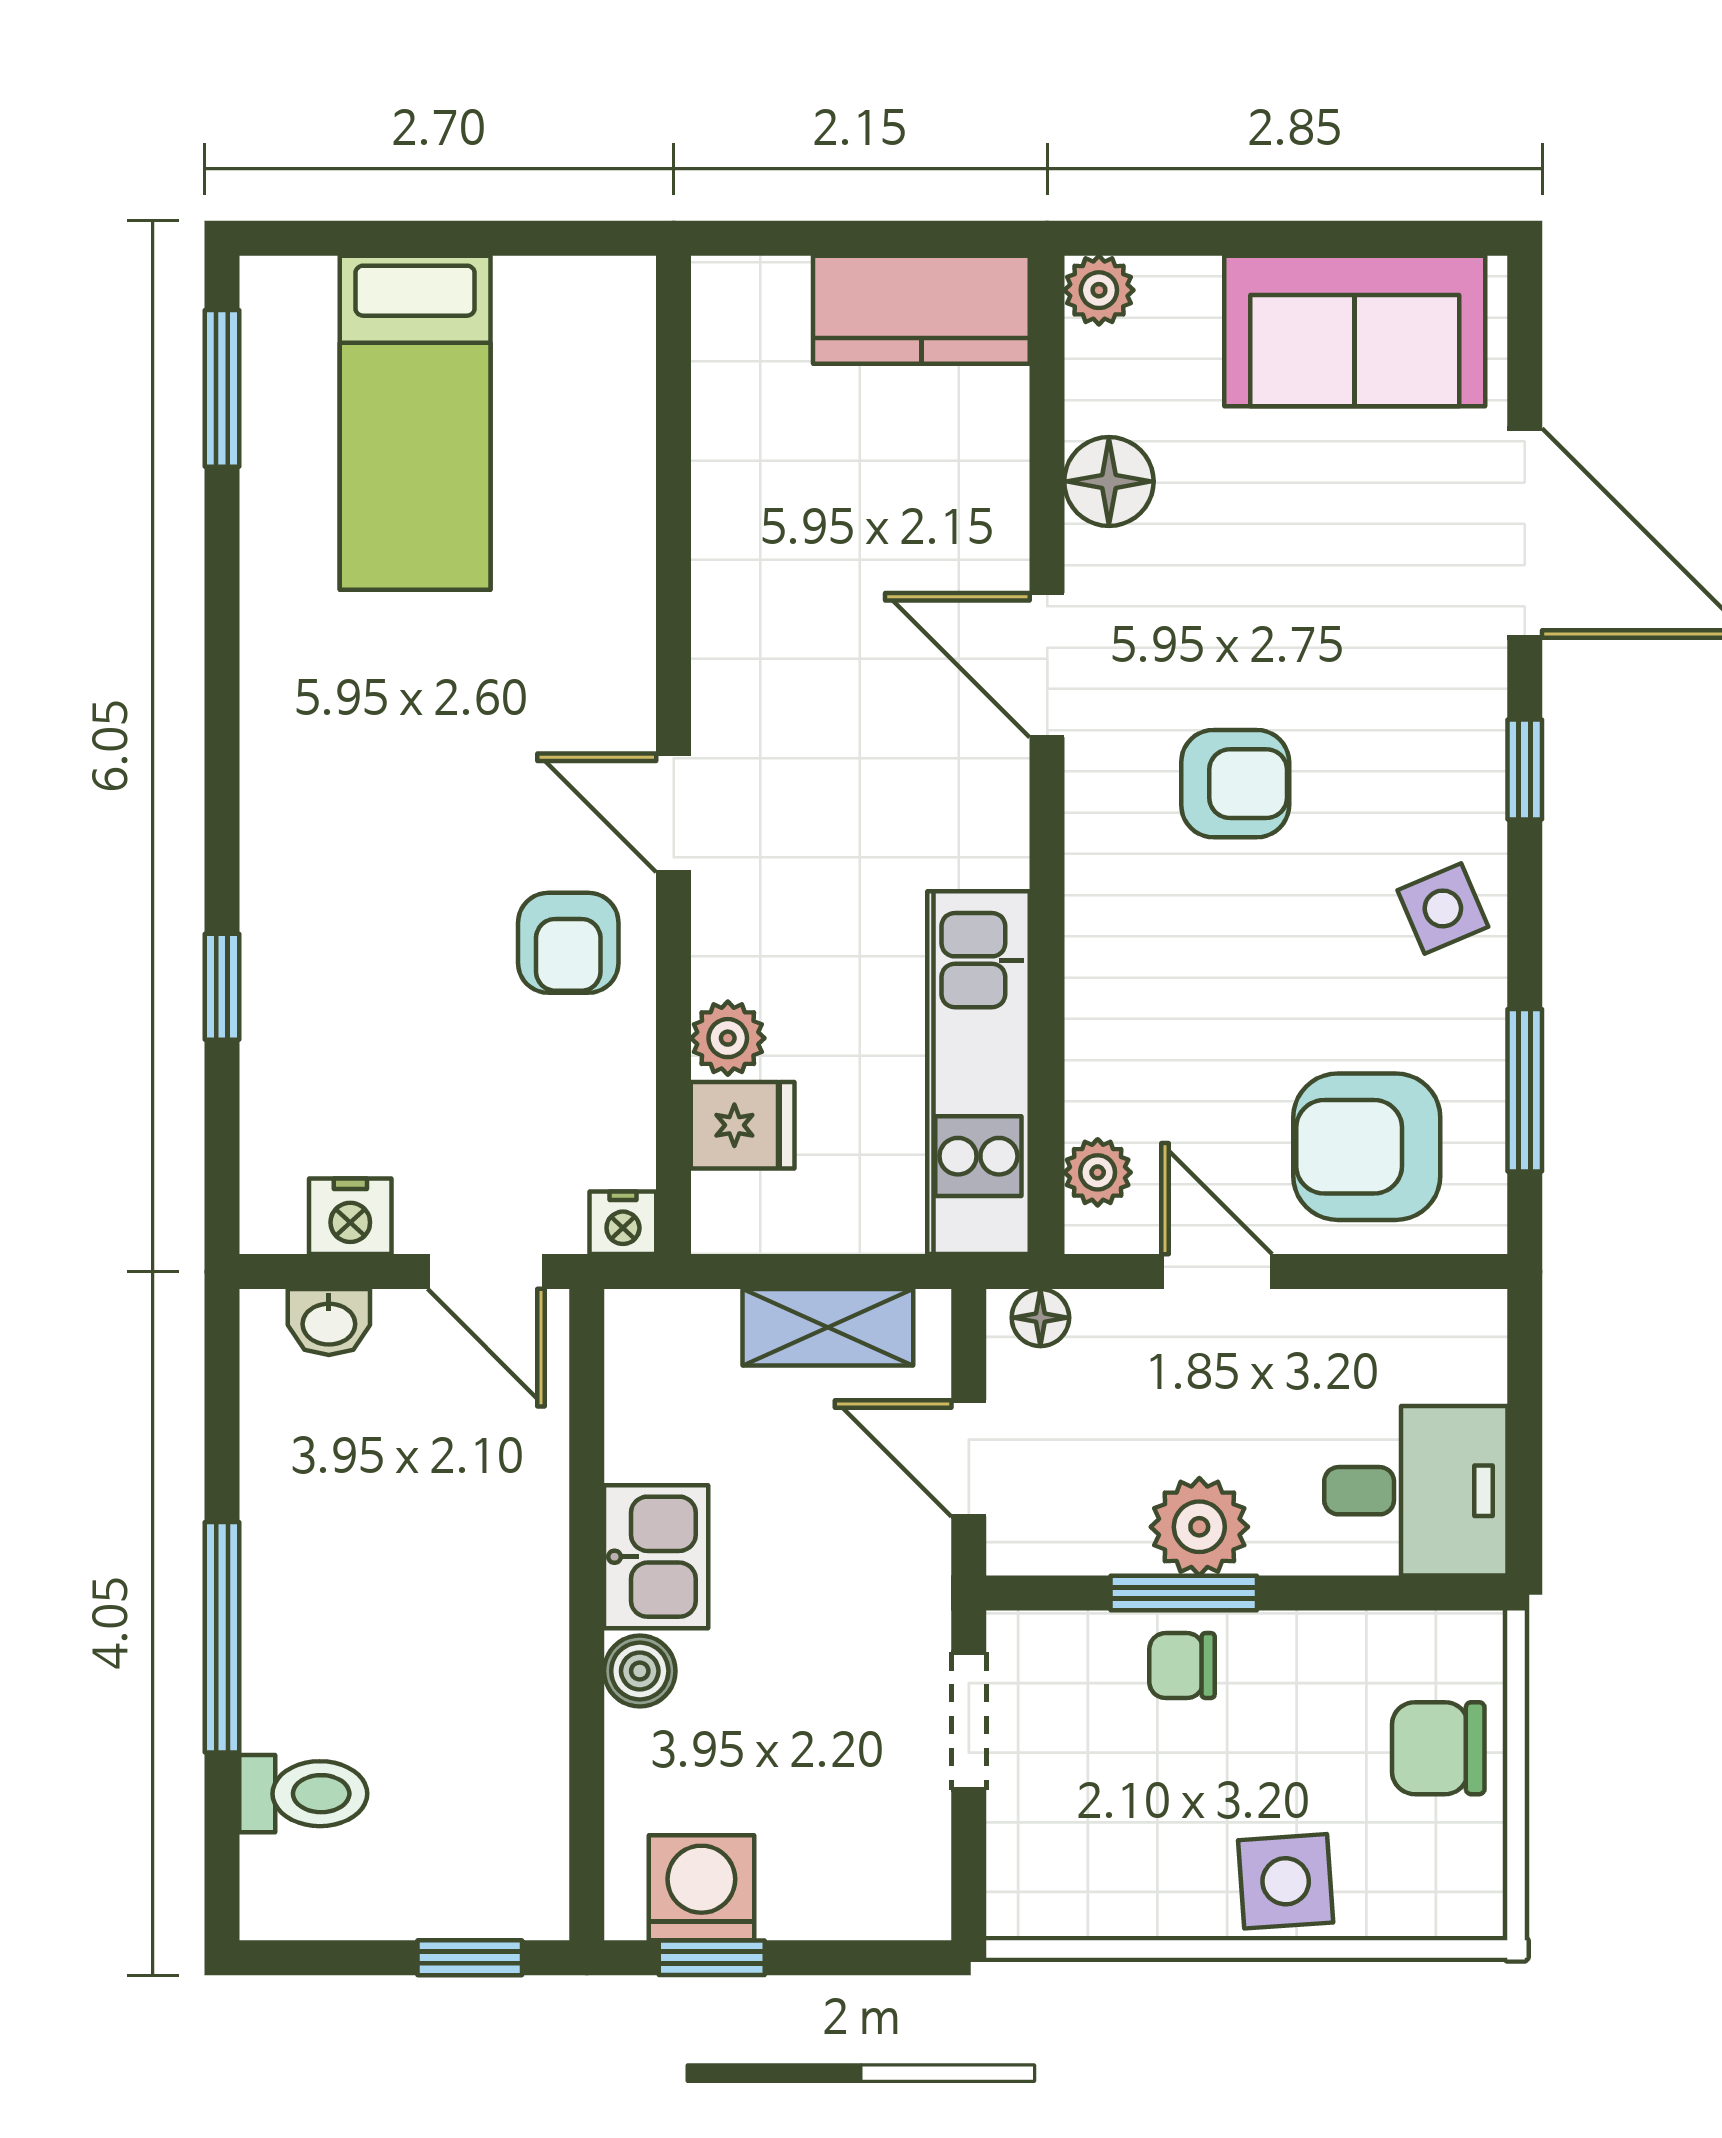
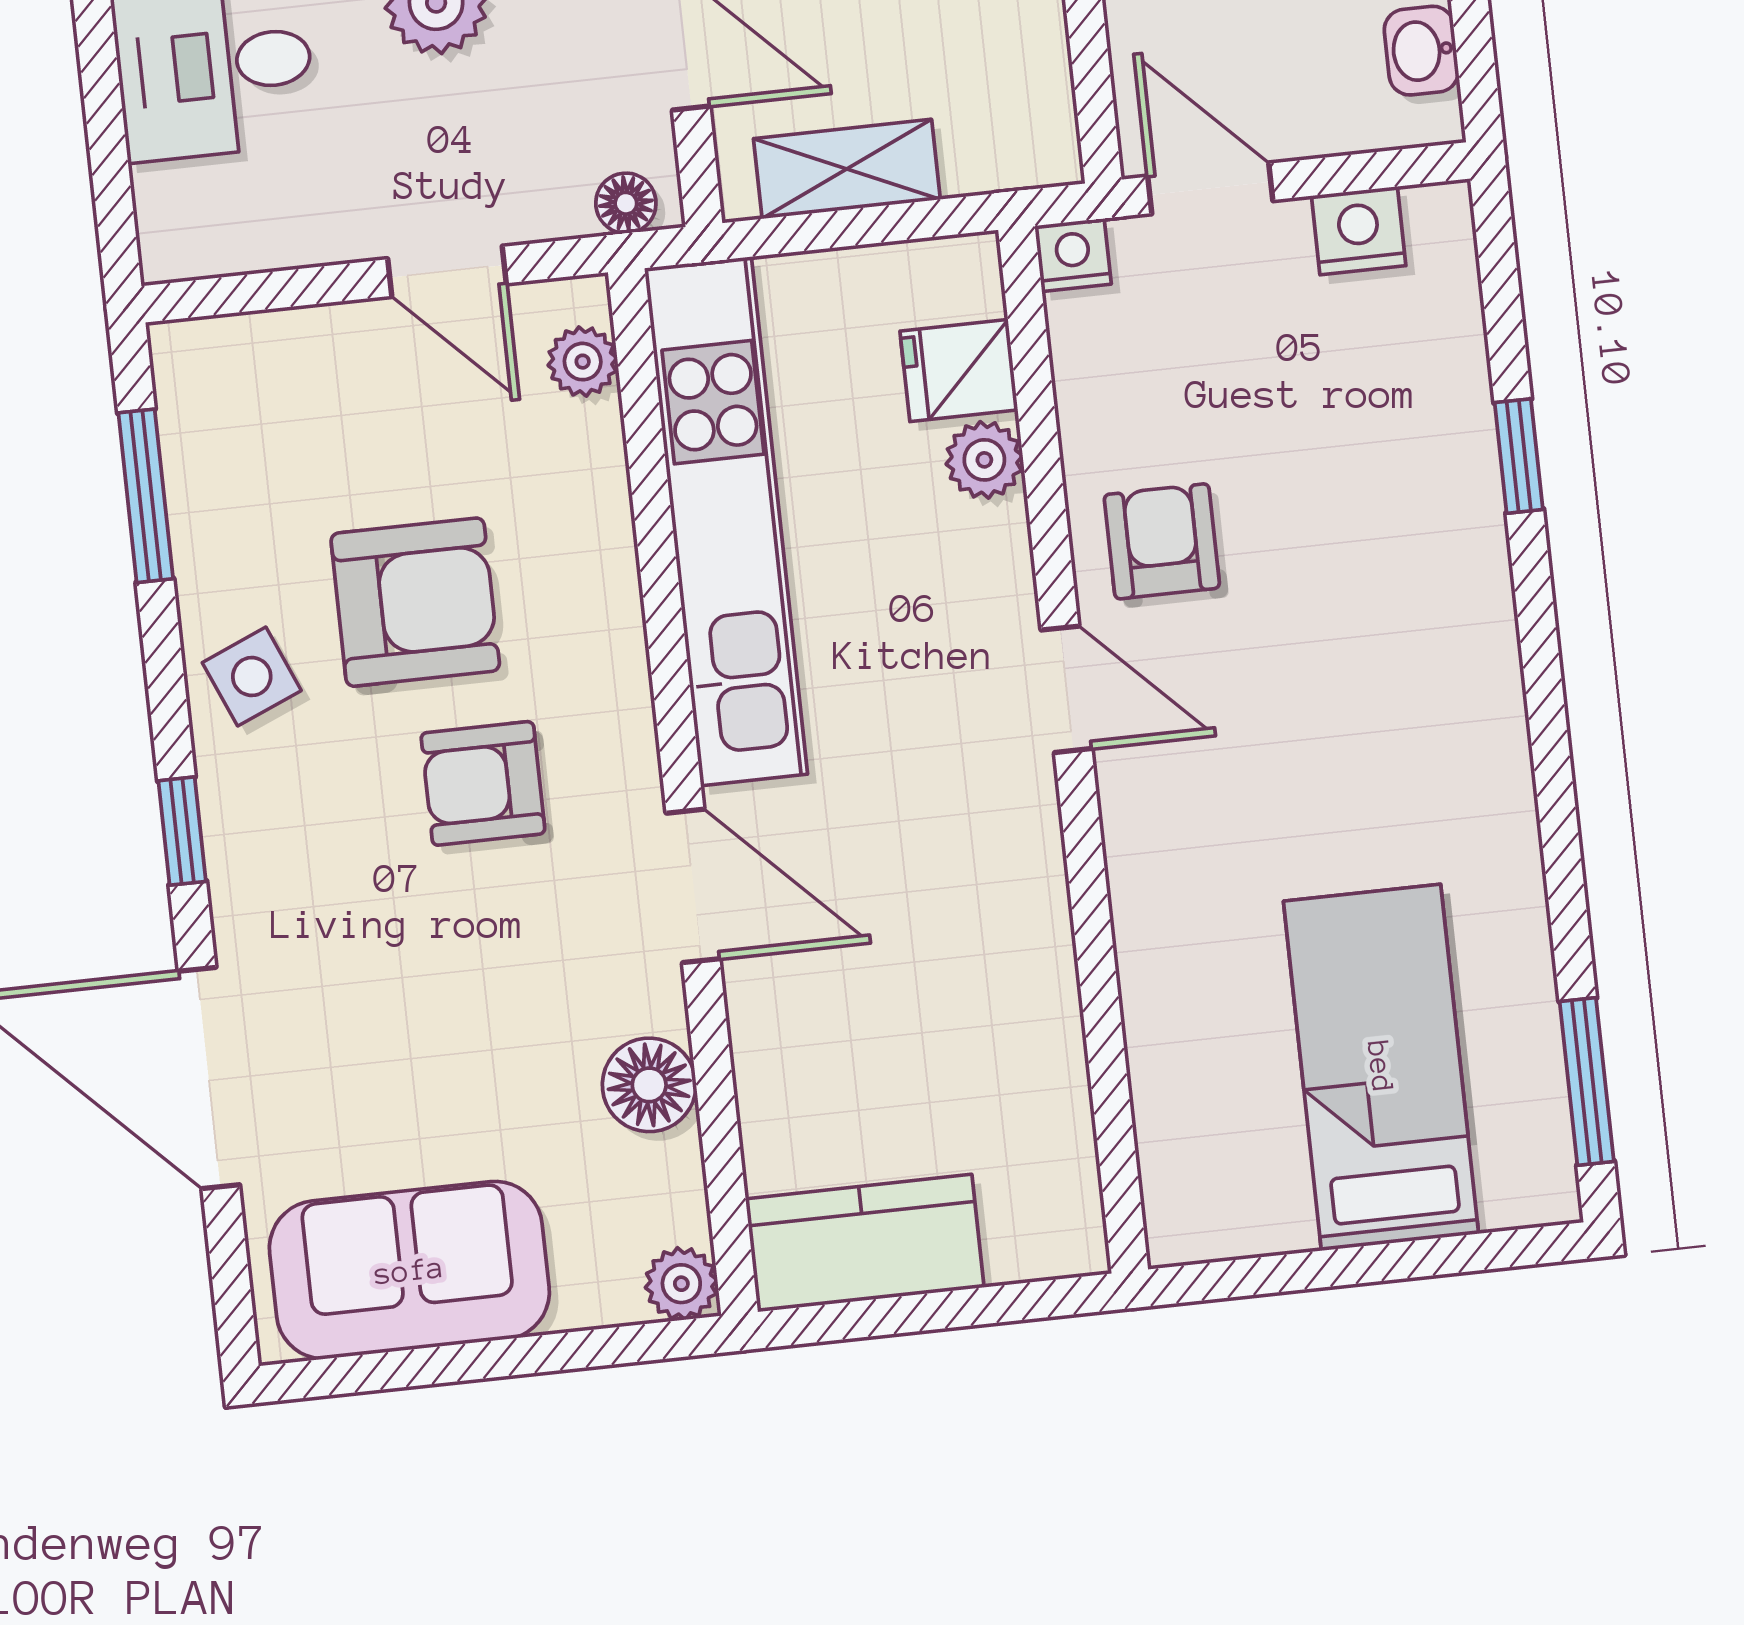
kitchen unit: (978, 1073) -> (726, 521), width x1.36
armchair: (1367, 1147) -> (415, 602), moved
washbasin: (329, 1322) -> (1421, 51), moved, turned -90

